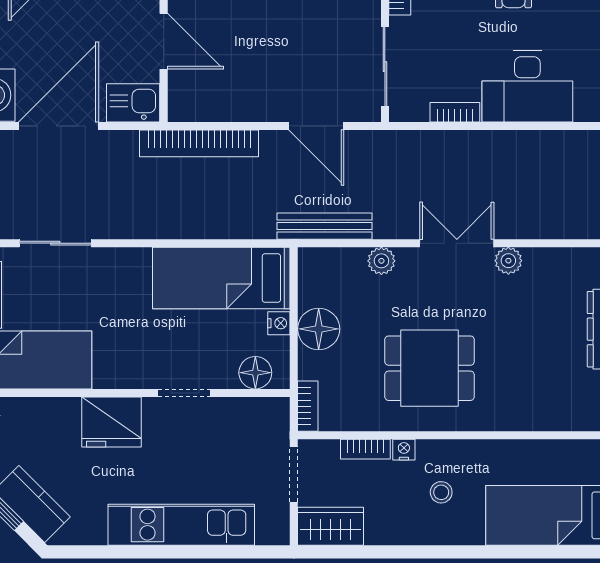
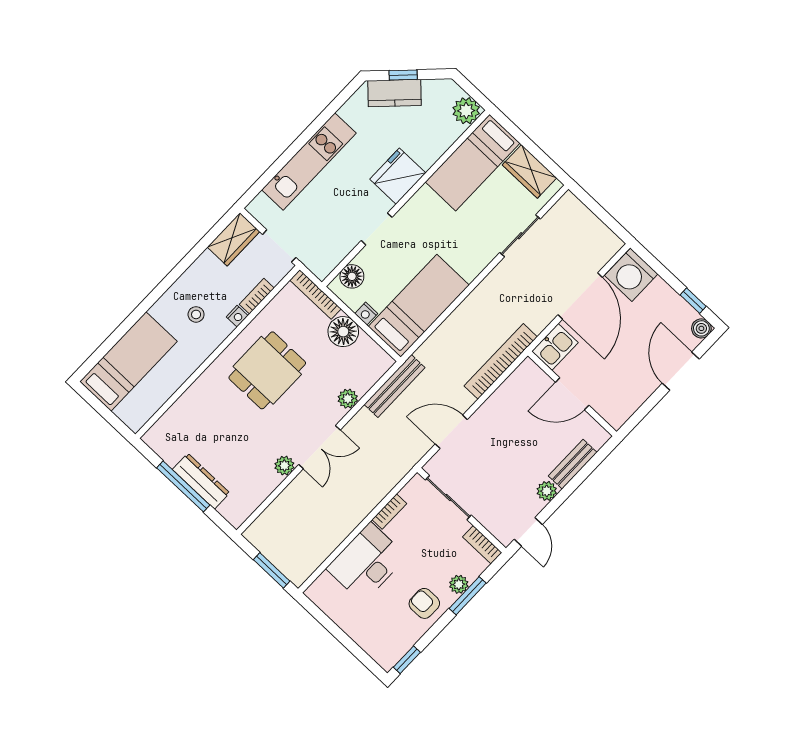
bookcase: (308, 406) -> (316, 294), width x1.56

